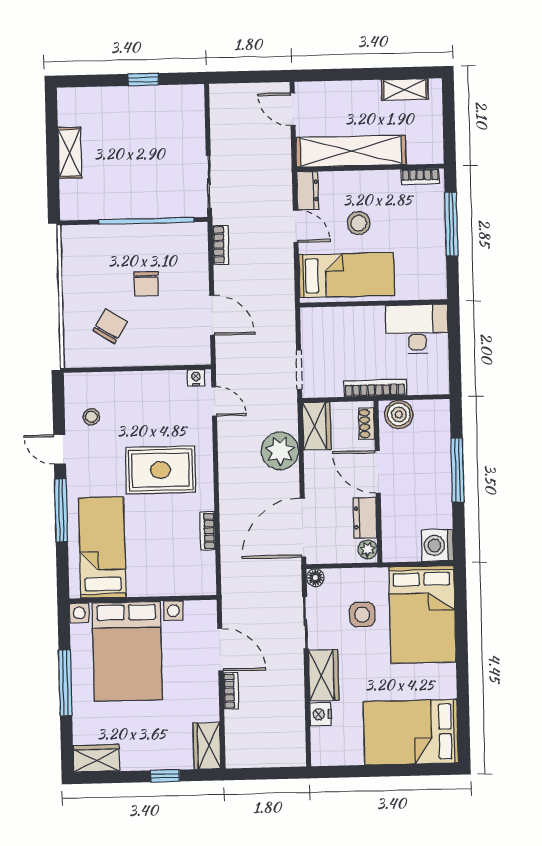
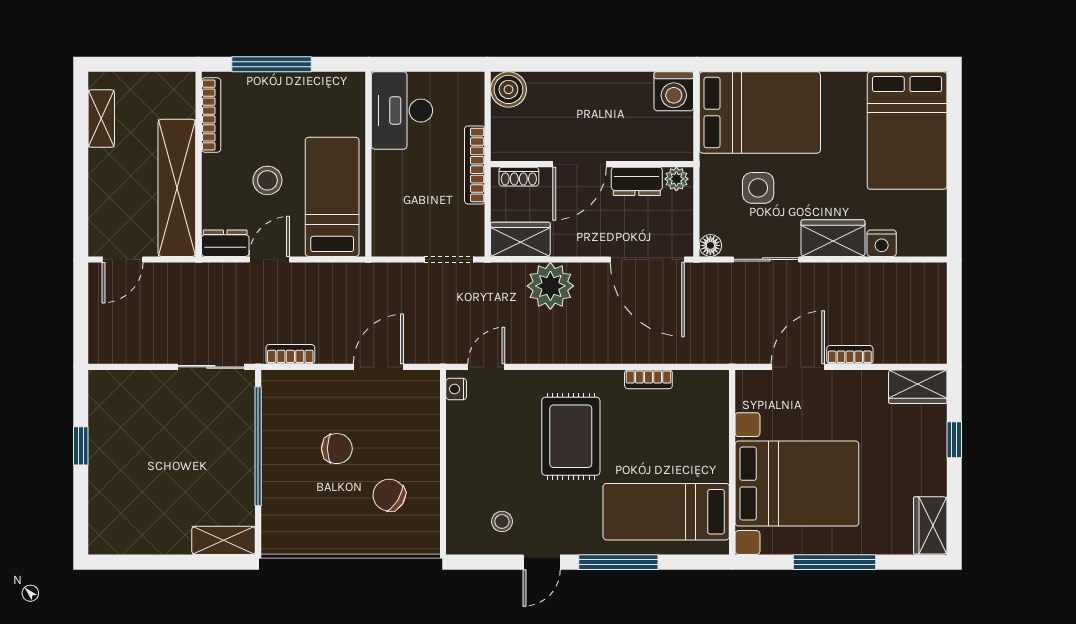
shelving: (70, 153) -> (224, 540), moved
bookcase: (420, 177) -> (211, 115), width x1.56
boiler: (399, 414) -> (508, 89), moved
window: (457, 470) -> (580, 64), removed

